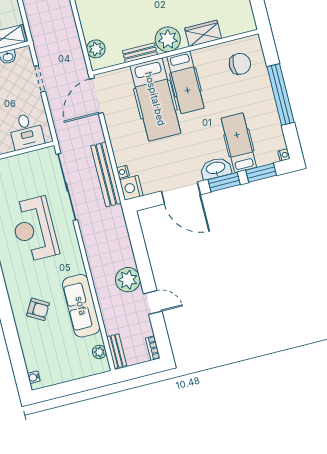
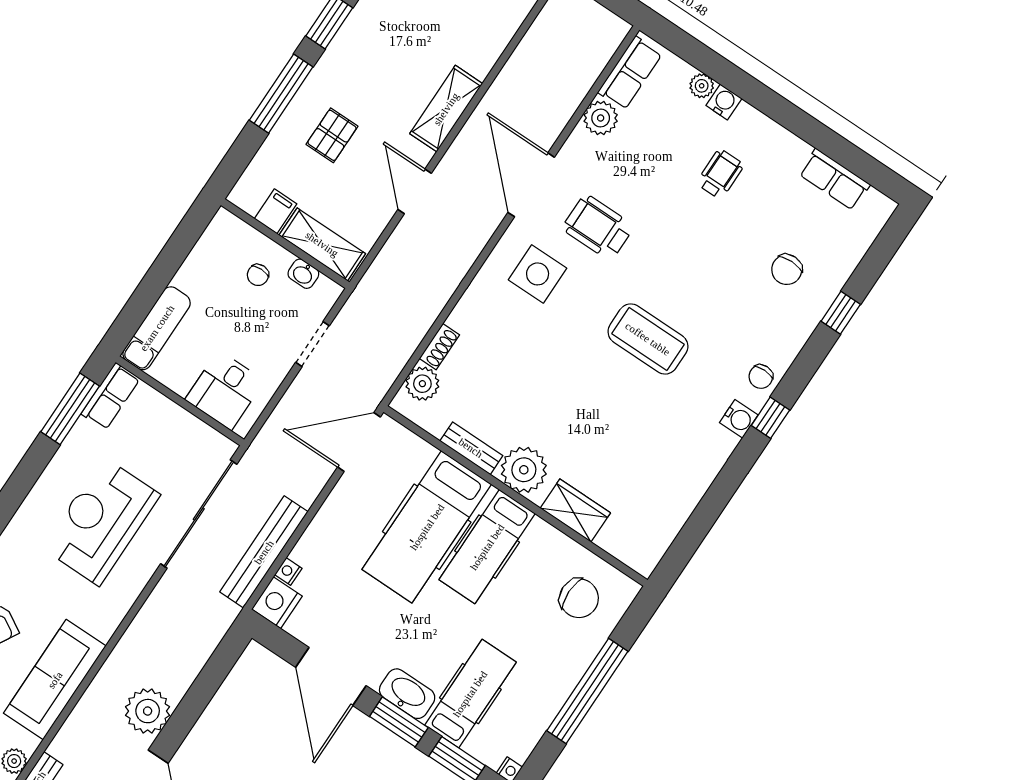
shoe rack: (87, 28) -> (439, 347), added

